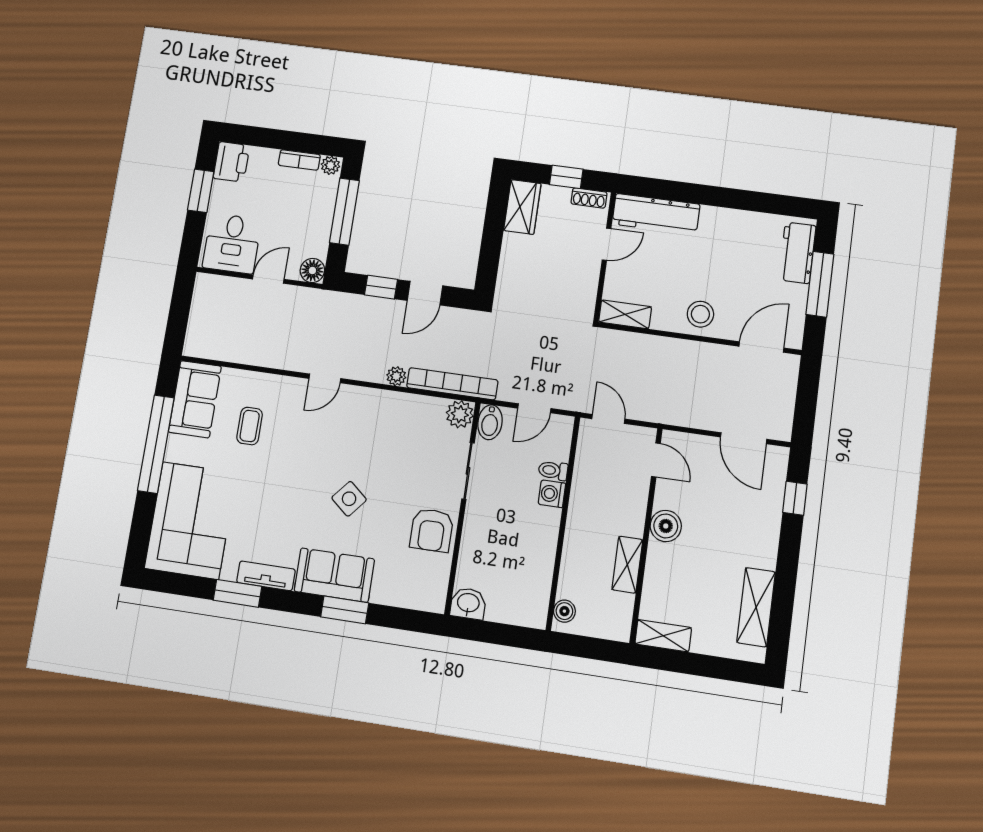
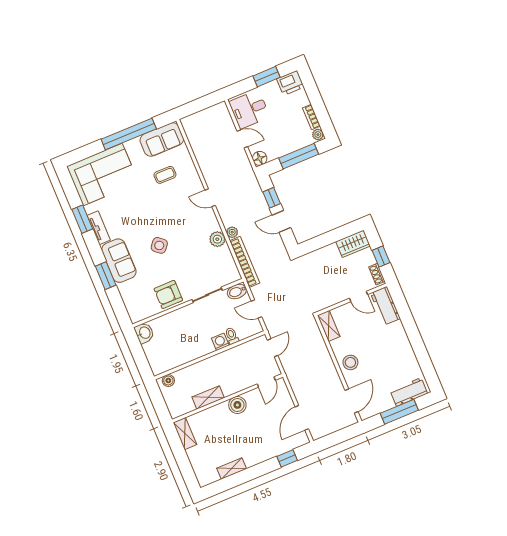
workbench: (656, 214) -> (385, 306), width x0.73
door: (761, 347) -> (351, 401), hinge flipped
plant: (460, 414) -> (217, 239), moved
shelving: (756, 607) -> (232, 468), width x0.67, depth x0.75

